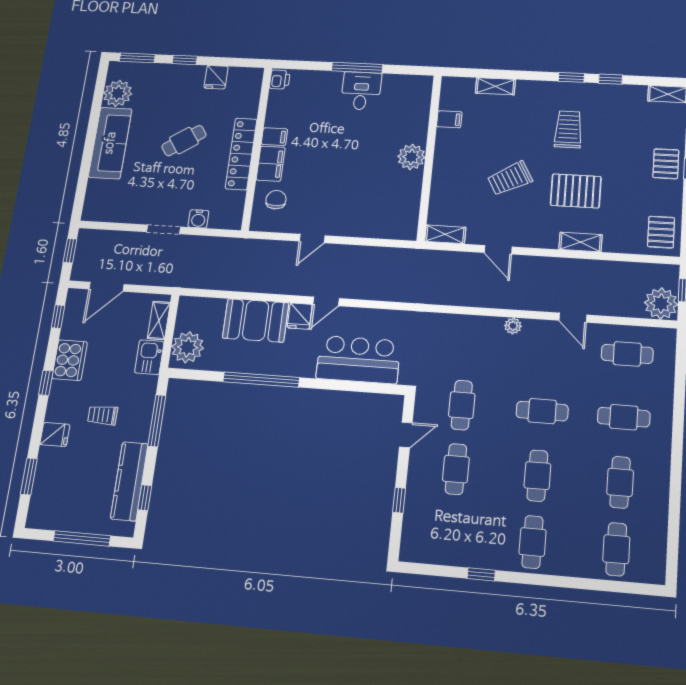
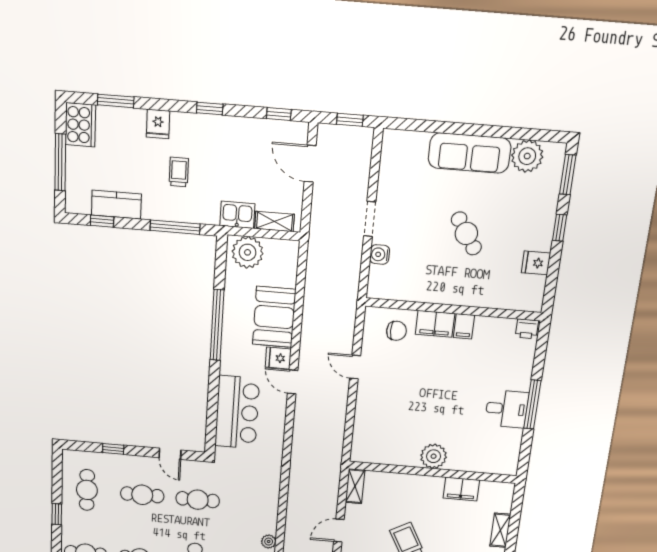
filing cabinet: (449, 119) -> (461, 489), width x2.00
locker: (241, 154) -> (448, 294), removed
cooker: (70, 360) -> (80, 125), moved, turned -90
kitchen counter: (129, 481) -> (116, 205), width x0.67
cafe table: (450, 535) -> (87, 490), added

